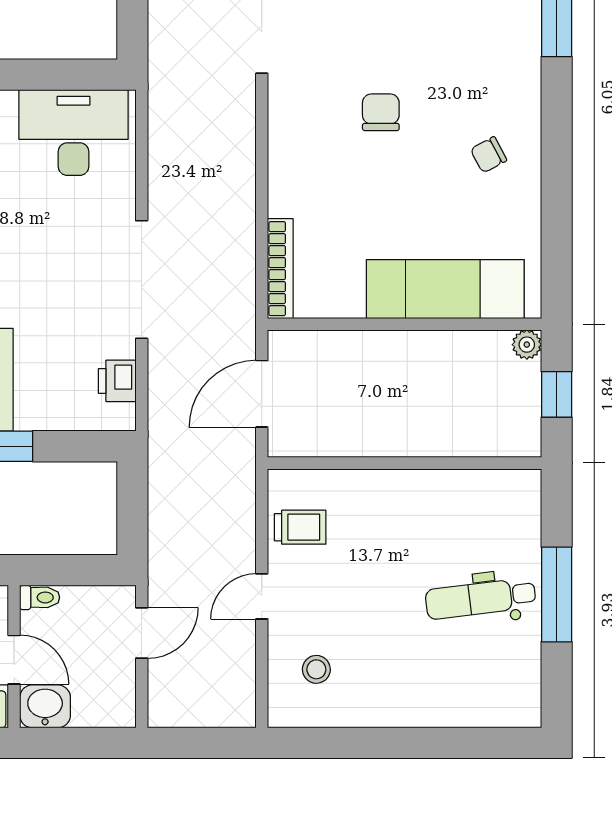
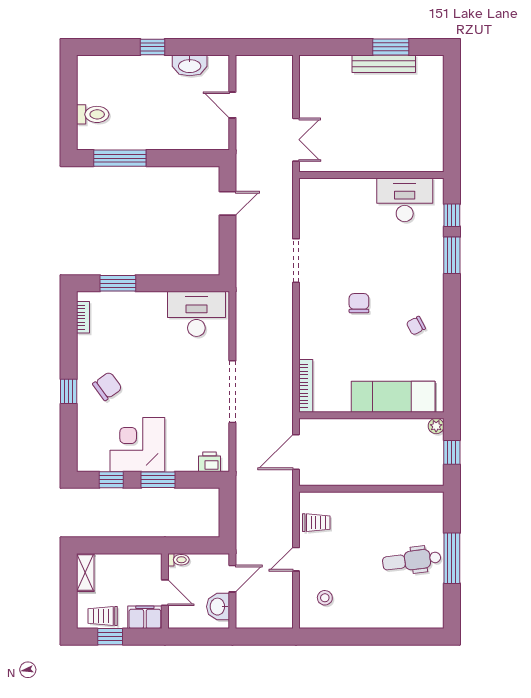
printer: (117, 381) -> (209, 462), moved, turned 90
washbasin: (45, 706) -> (218, 607), moved, turned -90

